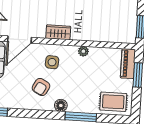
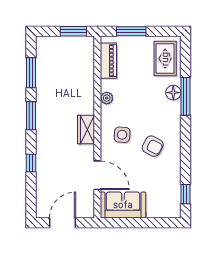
piano: (128, 64) -> (108, 61), moved, turned -90
floor lamp: (61, 105) -> (173, 93), moved

